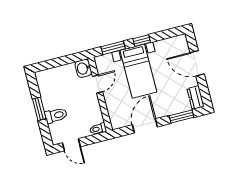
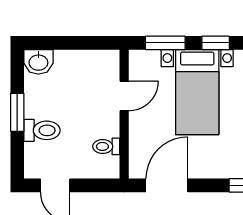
washbasin: (83, 68) -> (38, 62), moved, turned -90
door: (145, 126) -> (167, 185), moved
toilet: (98, 129) -> (106, 146), moved

